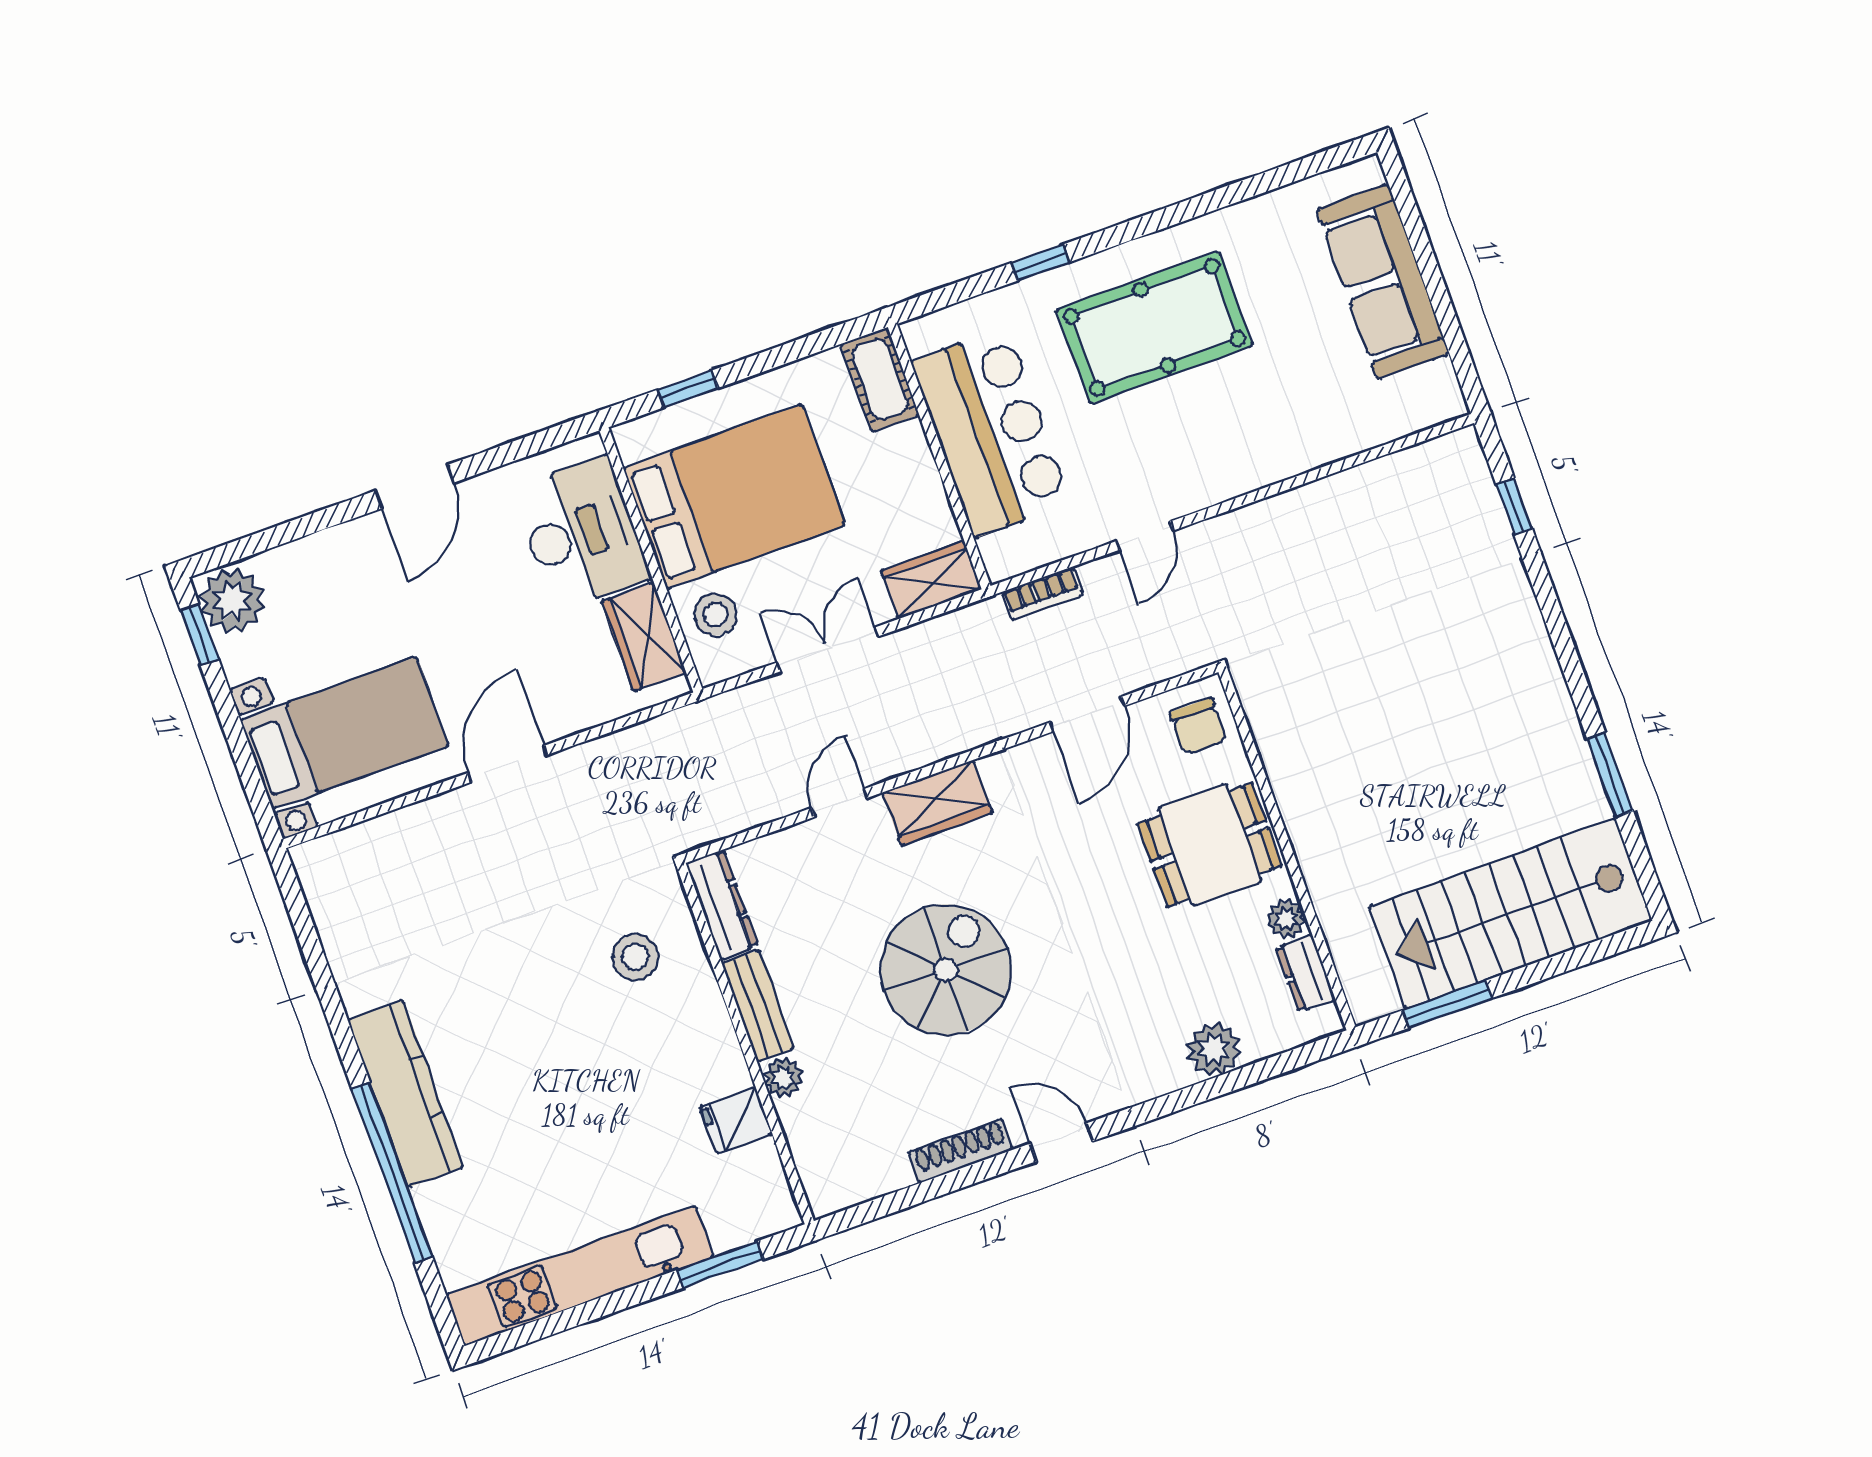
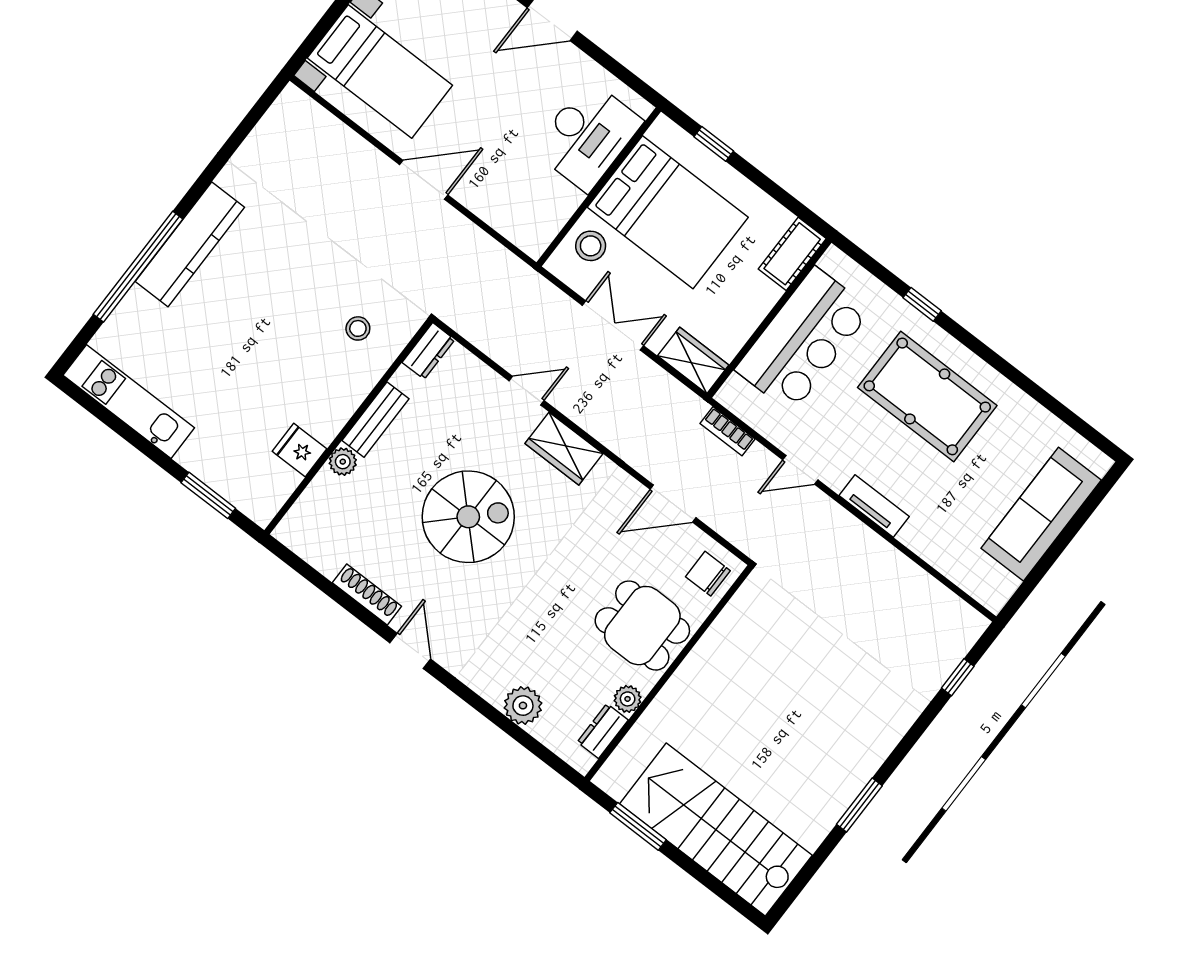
tv unit: (1245, 475) -> (874, 506), added
wardrobe: (644, 637) -> (550, 212), removed
chair: (1198, 726) -> (708, 574), turned 90
window: (1610, 775) -> (859, 805), moved
dresser: (722, 905) -> (428, 351), width x0.70
stool: (635, 957) -> (358, 328), width x0.73, depth x0.73
kitchen unit: (580, 1276) -> (129, 402), width x0.73

